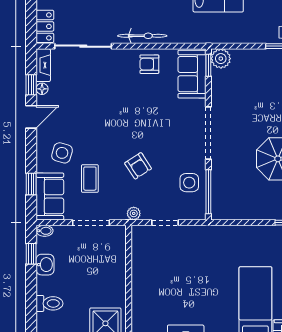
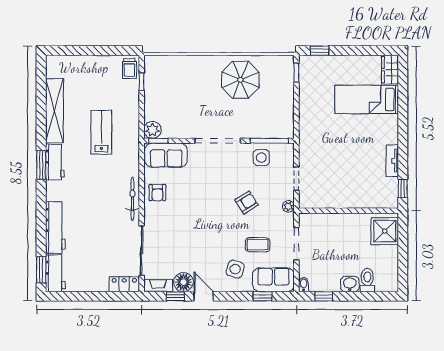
floor lamp: (42, 89) -> (183, 282), width x1.89, depth x1.89
washbasin: (45, 265) -> (350, 284), moved

